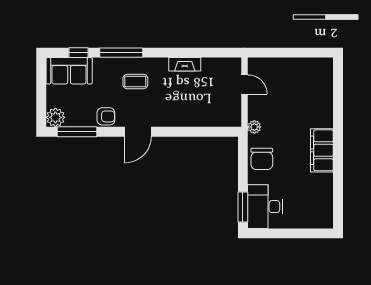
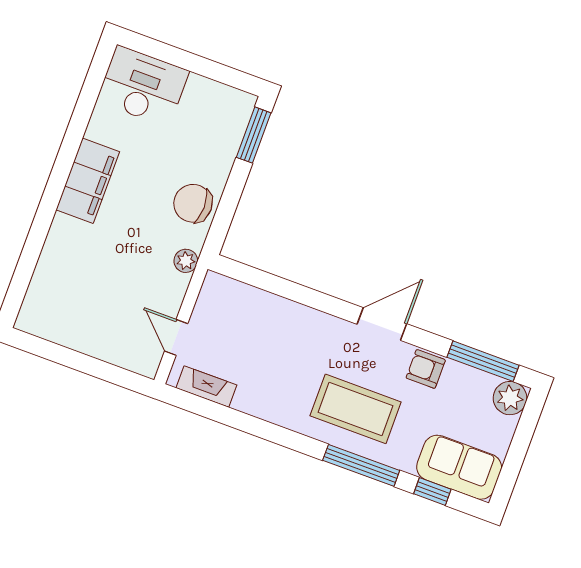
fireplace: (185, 64) -> (206, 387), moved
coffee table: (135, 81) -> (356, 409), width x1.86, depth x1.72
chair: (262, 159) -> (193, 203), turned -90
desk: (265, 207) -> (143, 86), moved, turned -90

